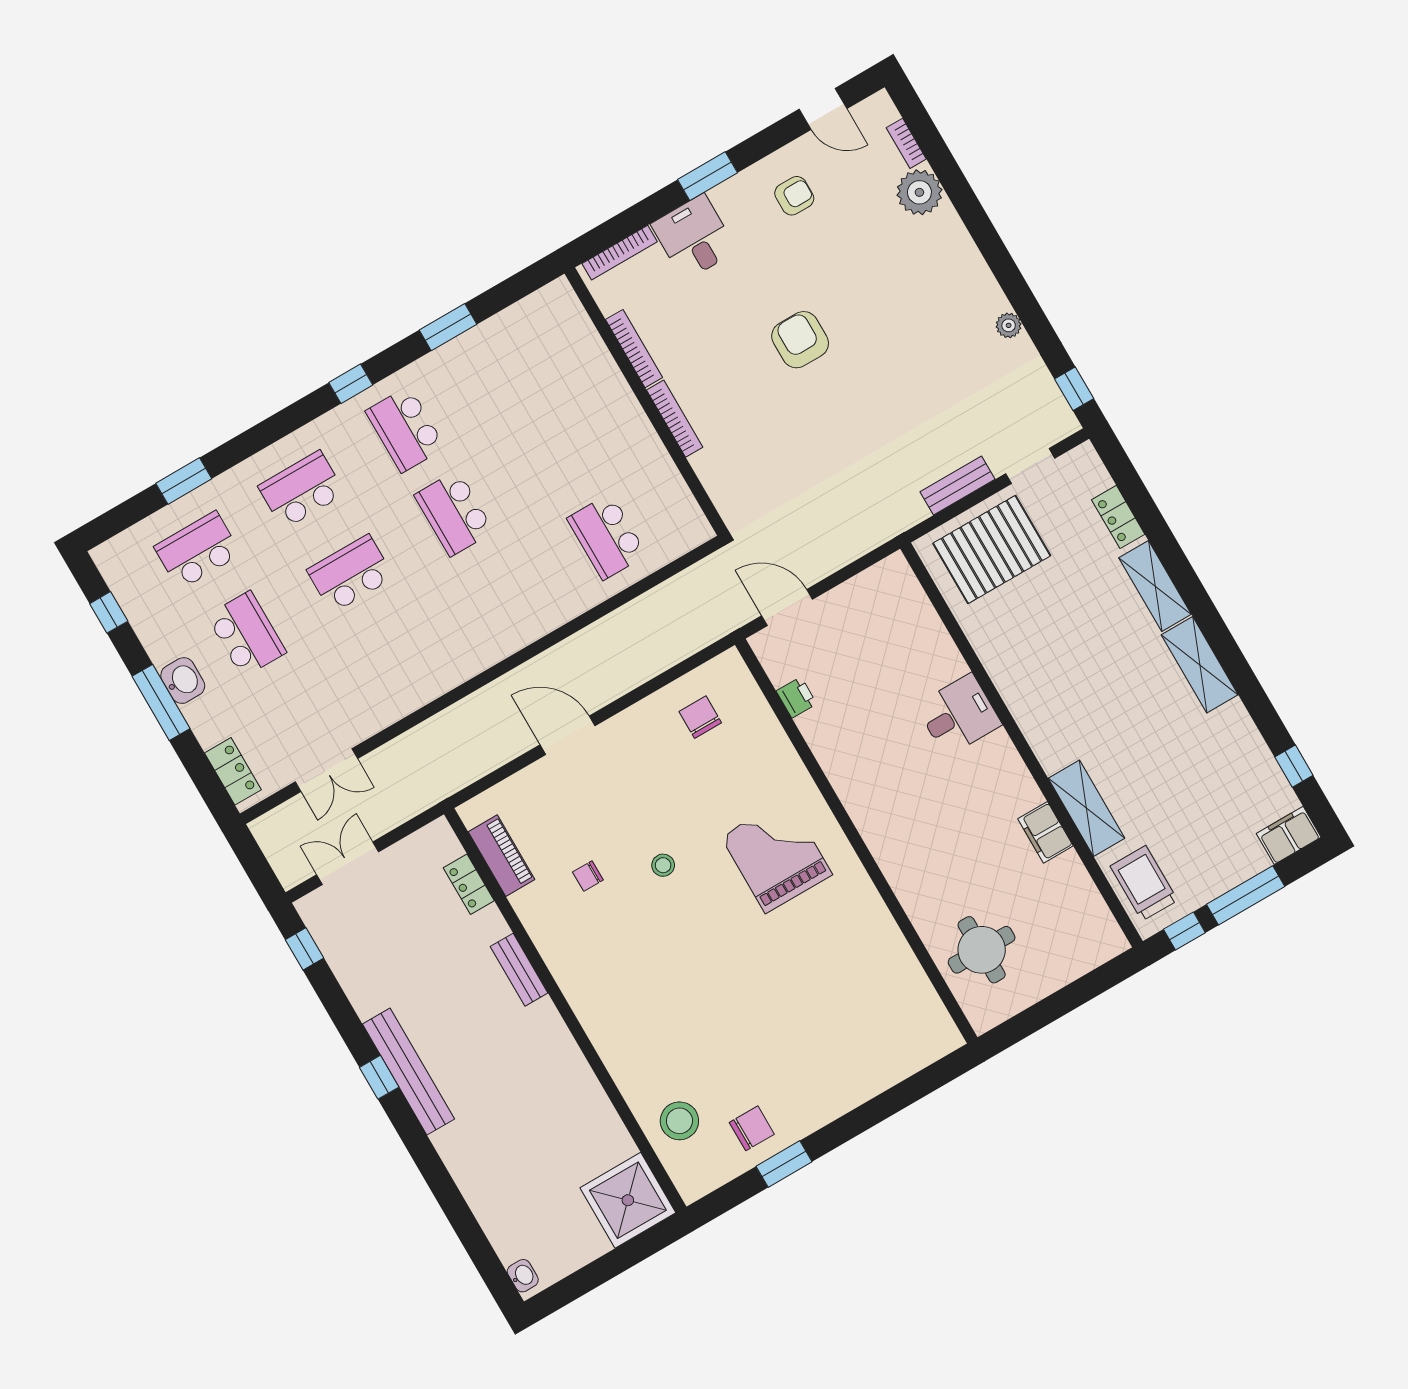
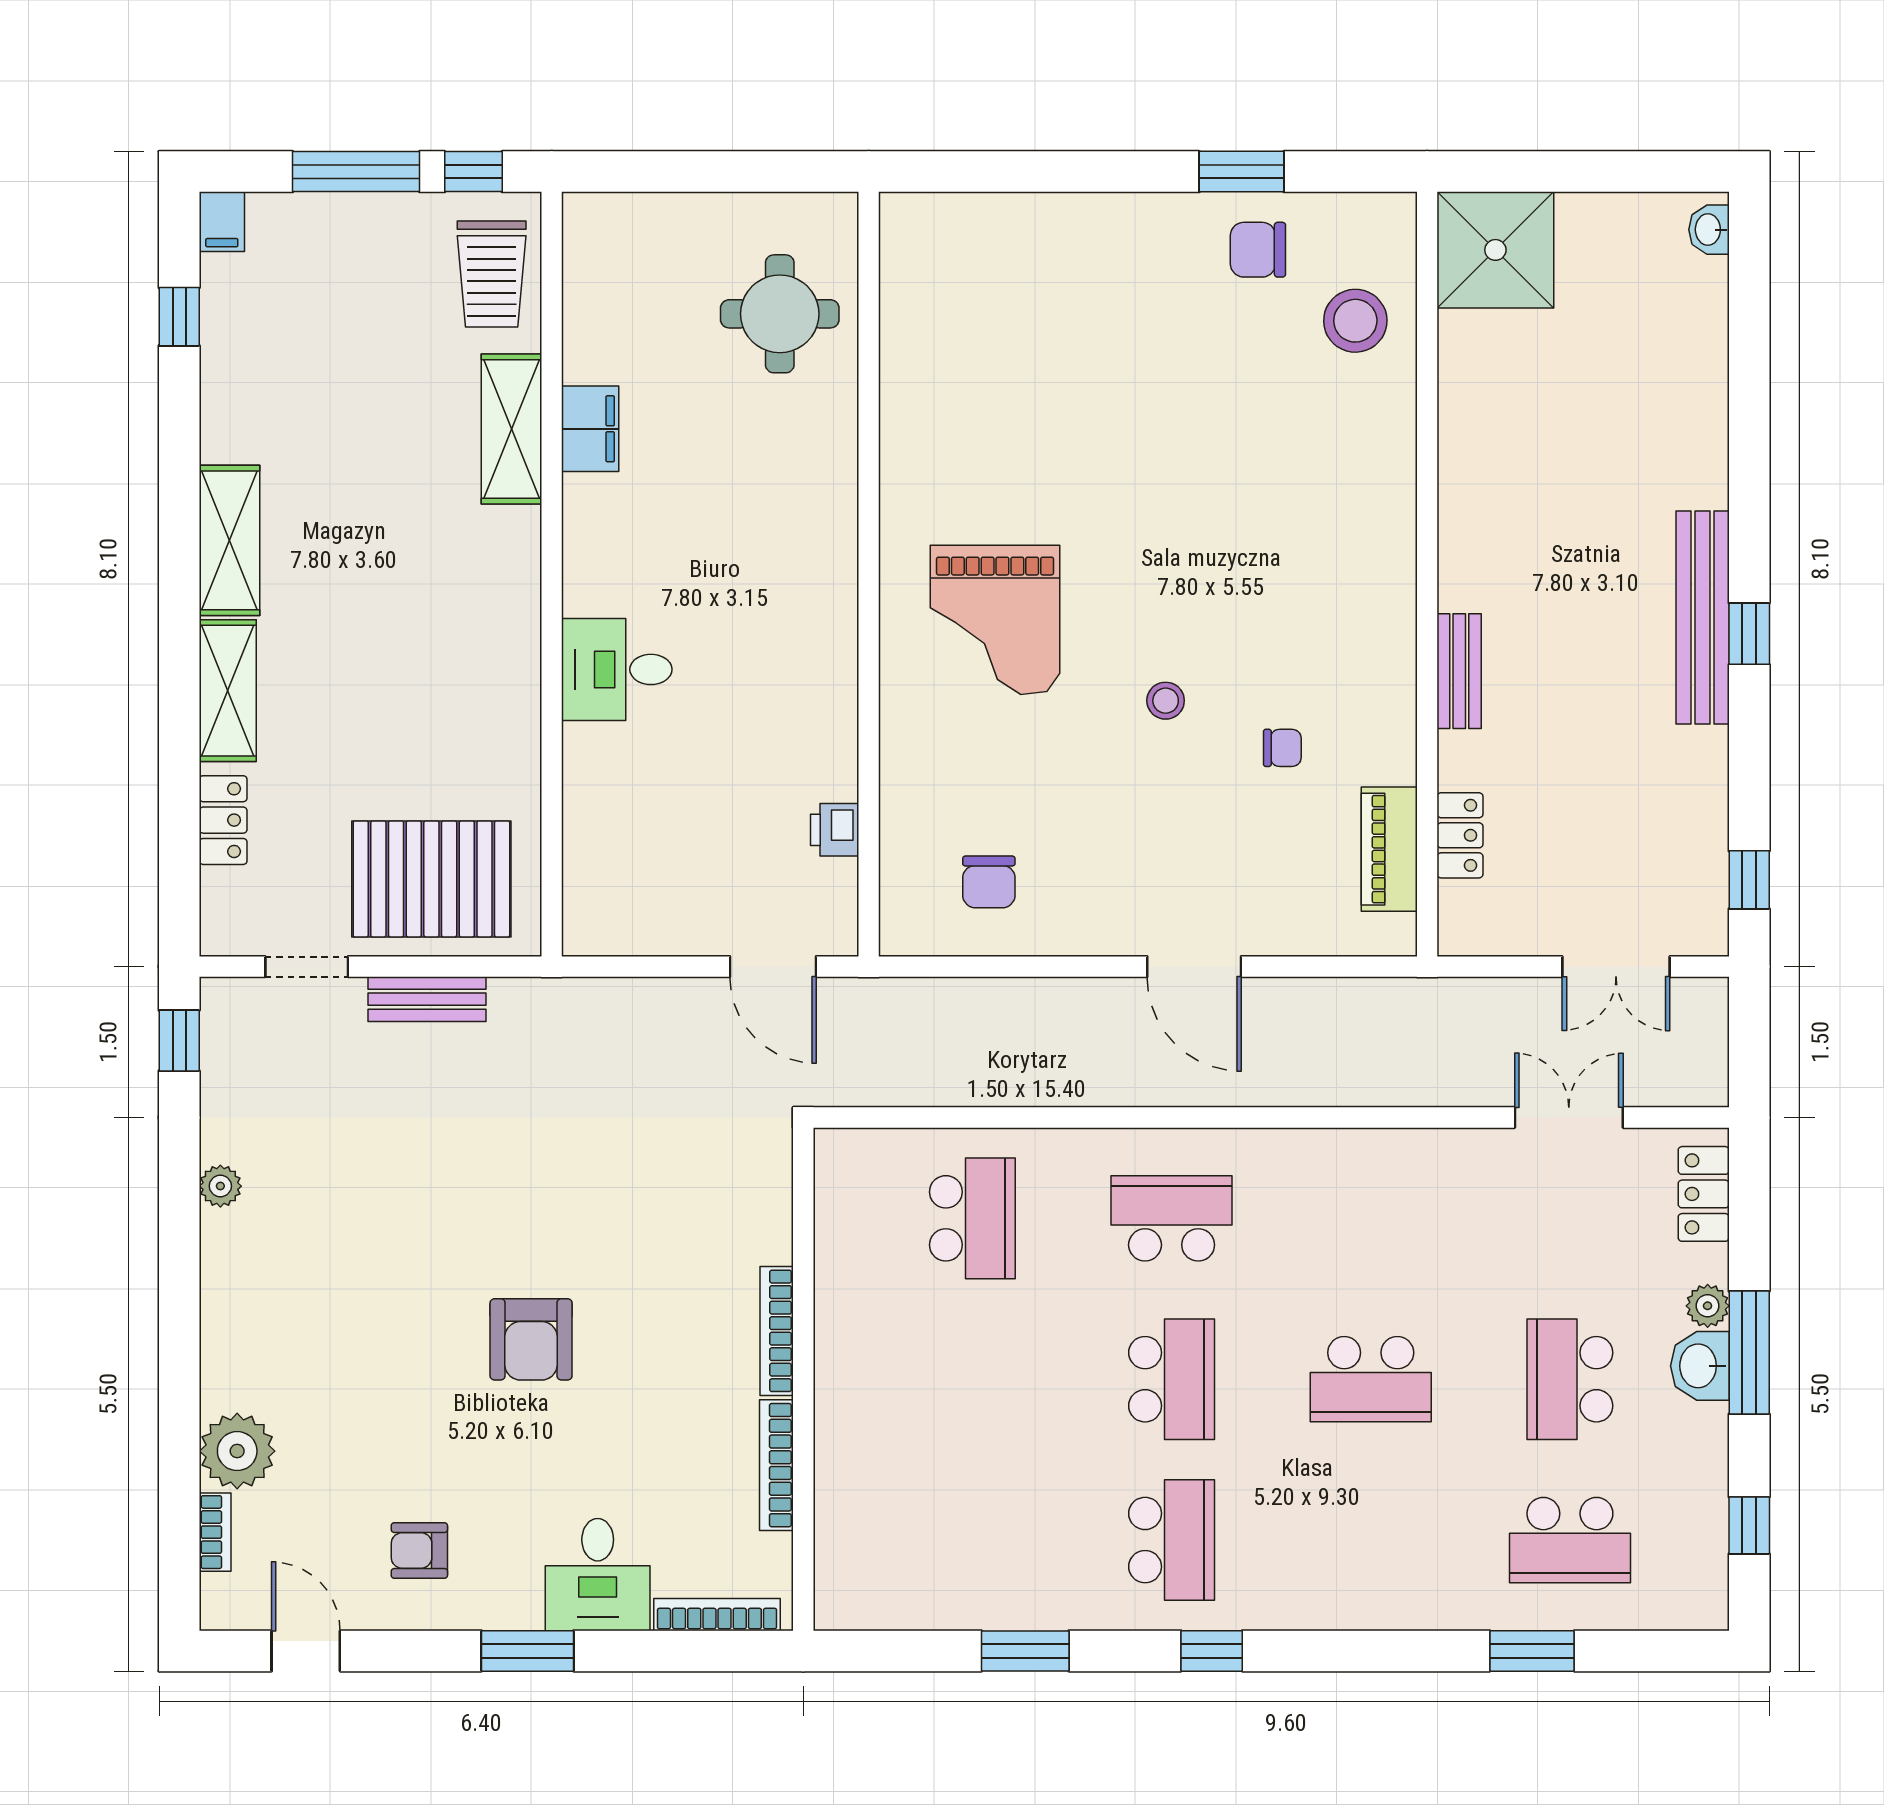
school desk: (301, 490) -> (1172, 1218), moved, turned 180
plant: (197, 714) -> (1708, 1306), added
filing cabinet: (1289, 835) -> (222, 222), width x0.50

